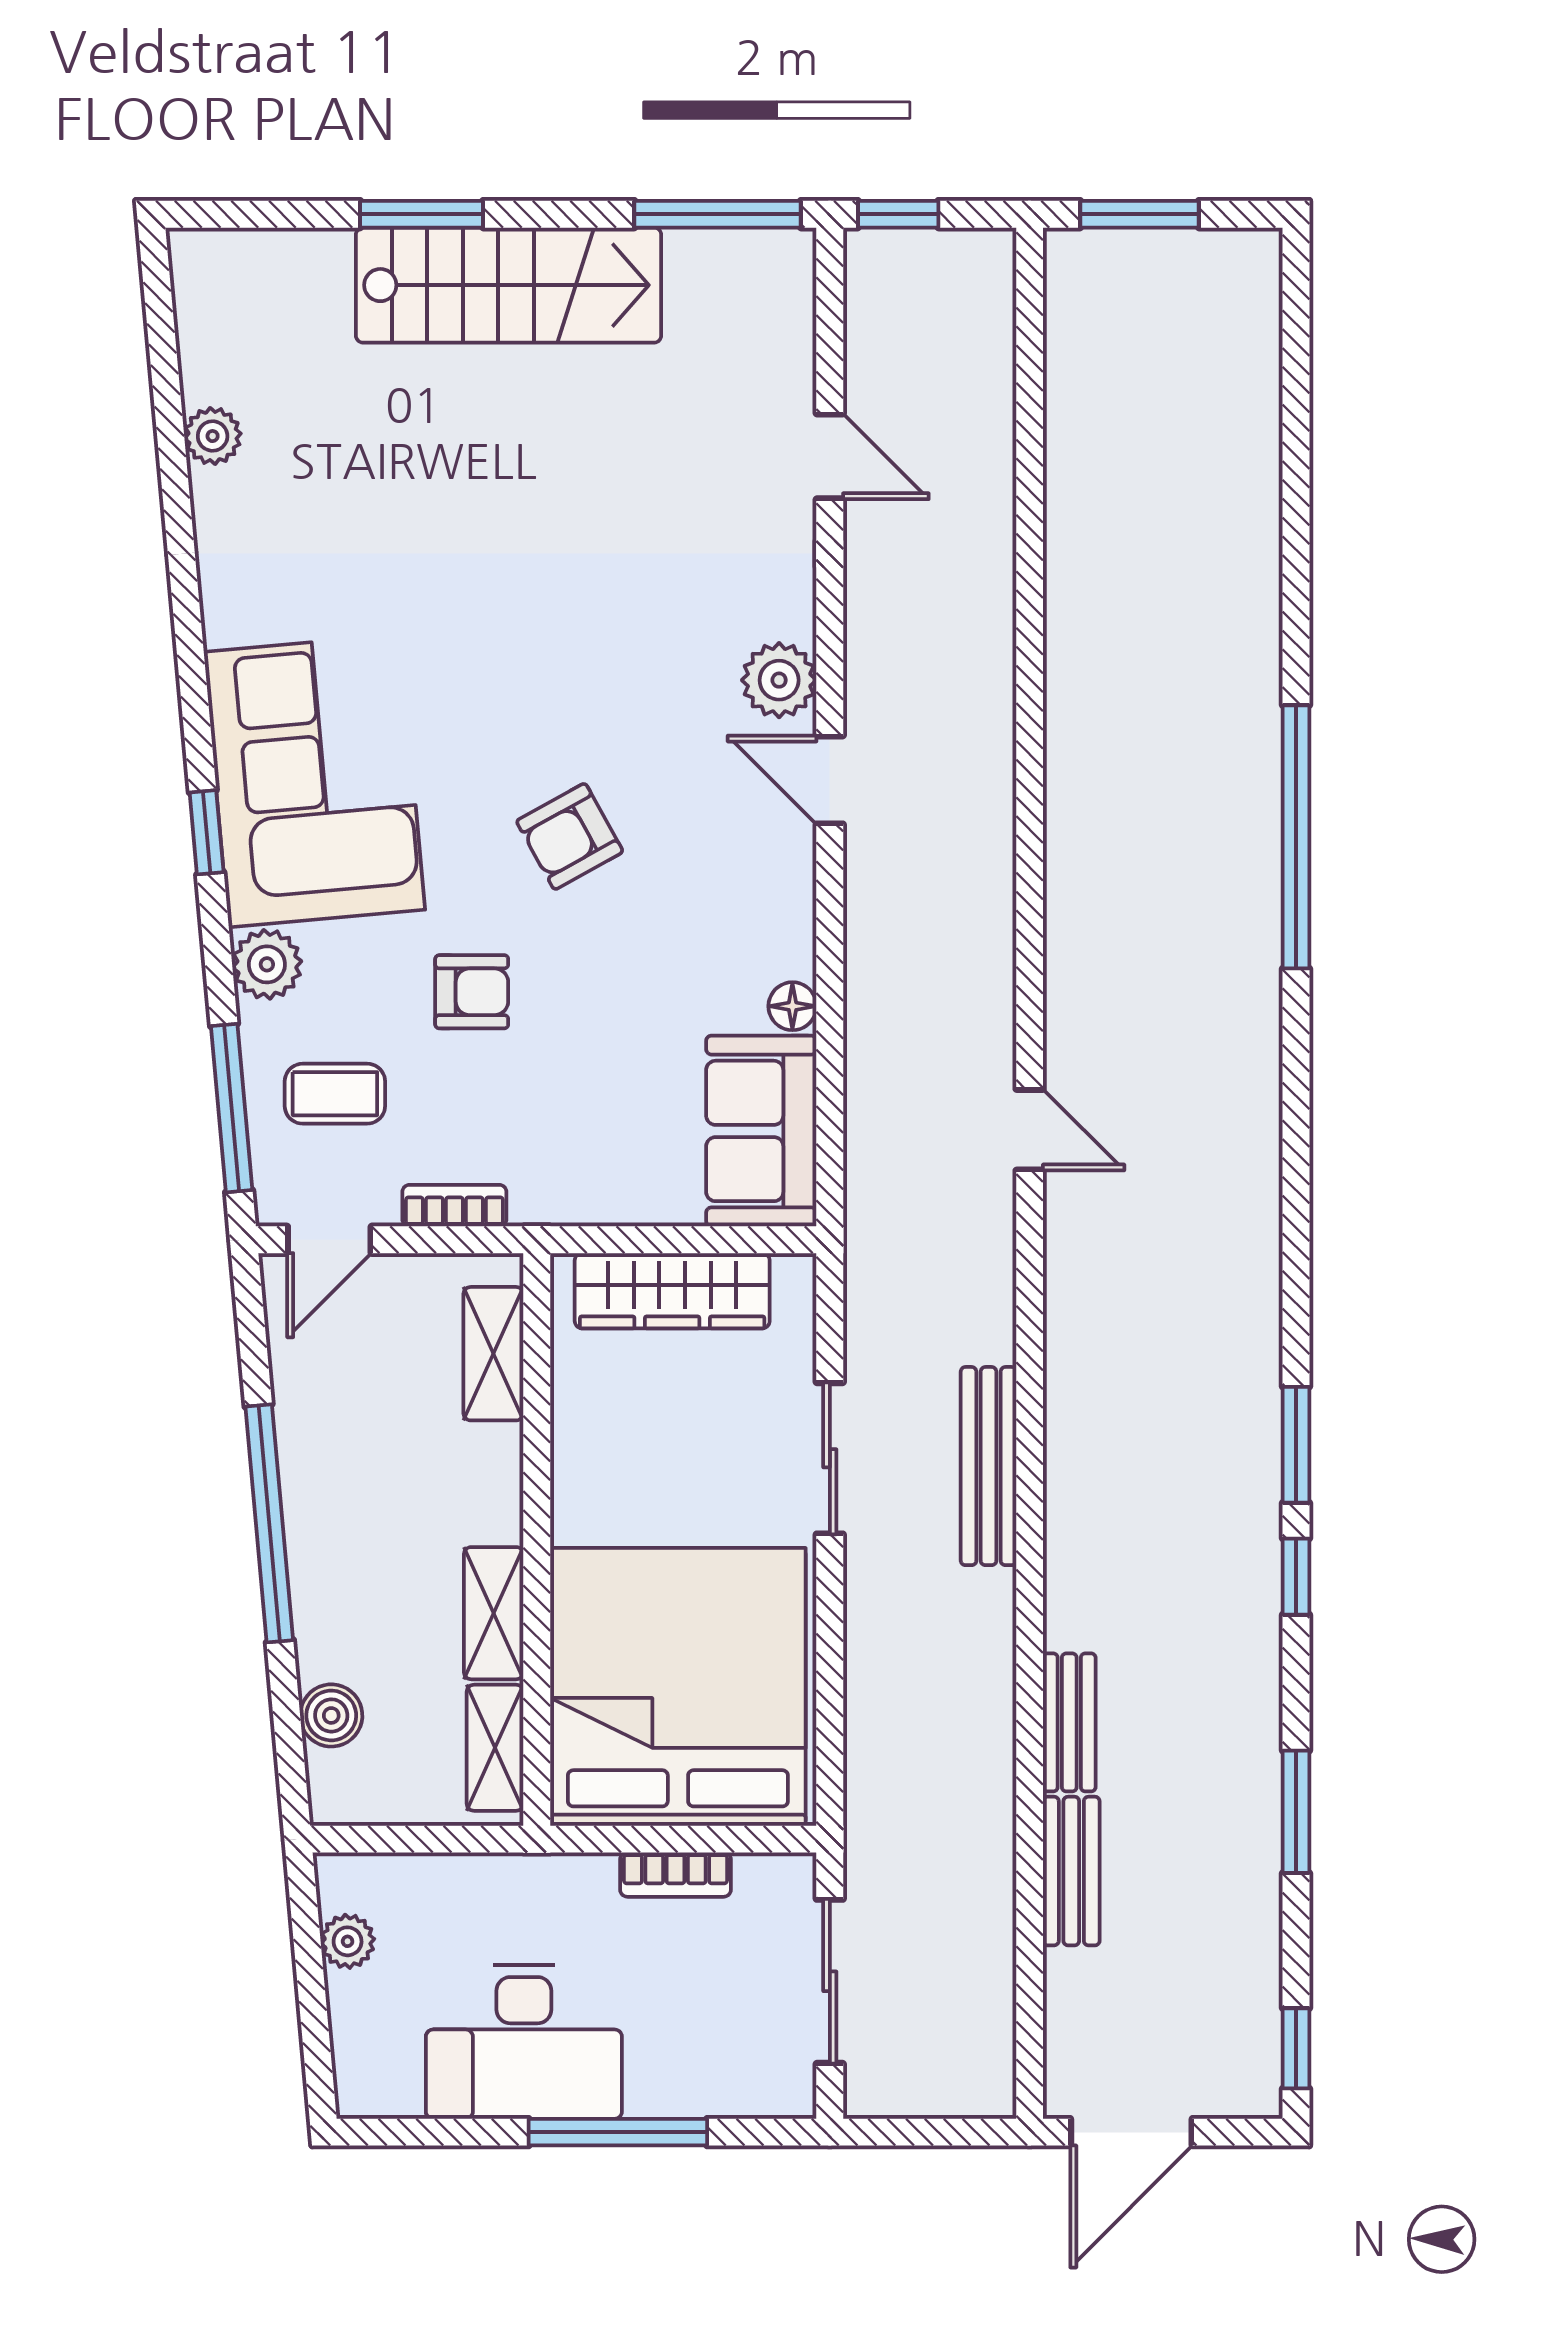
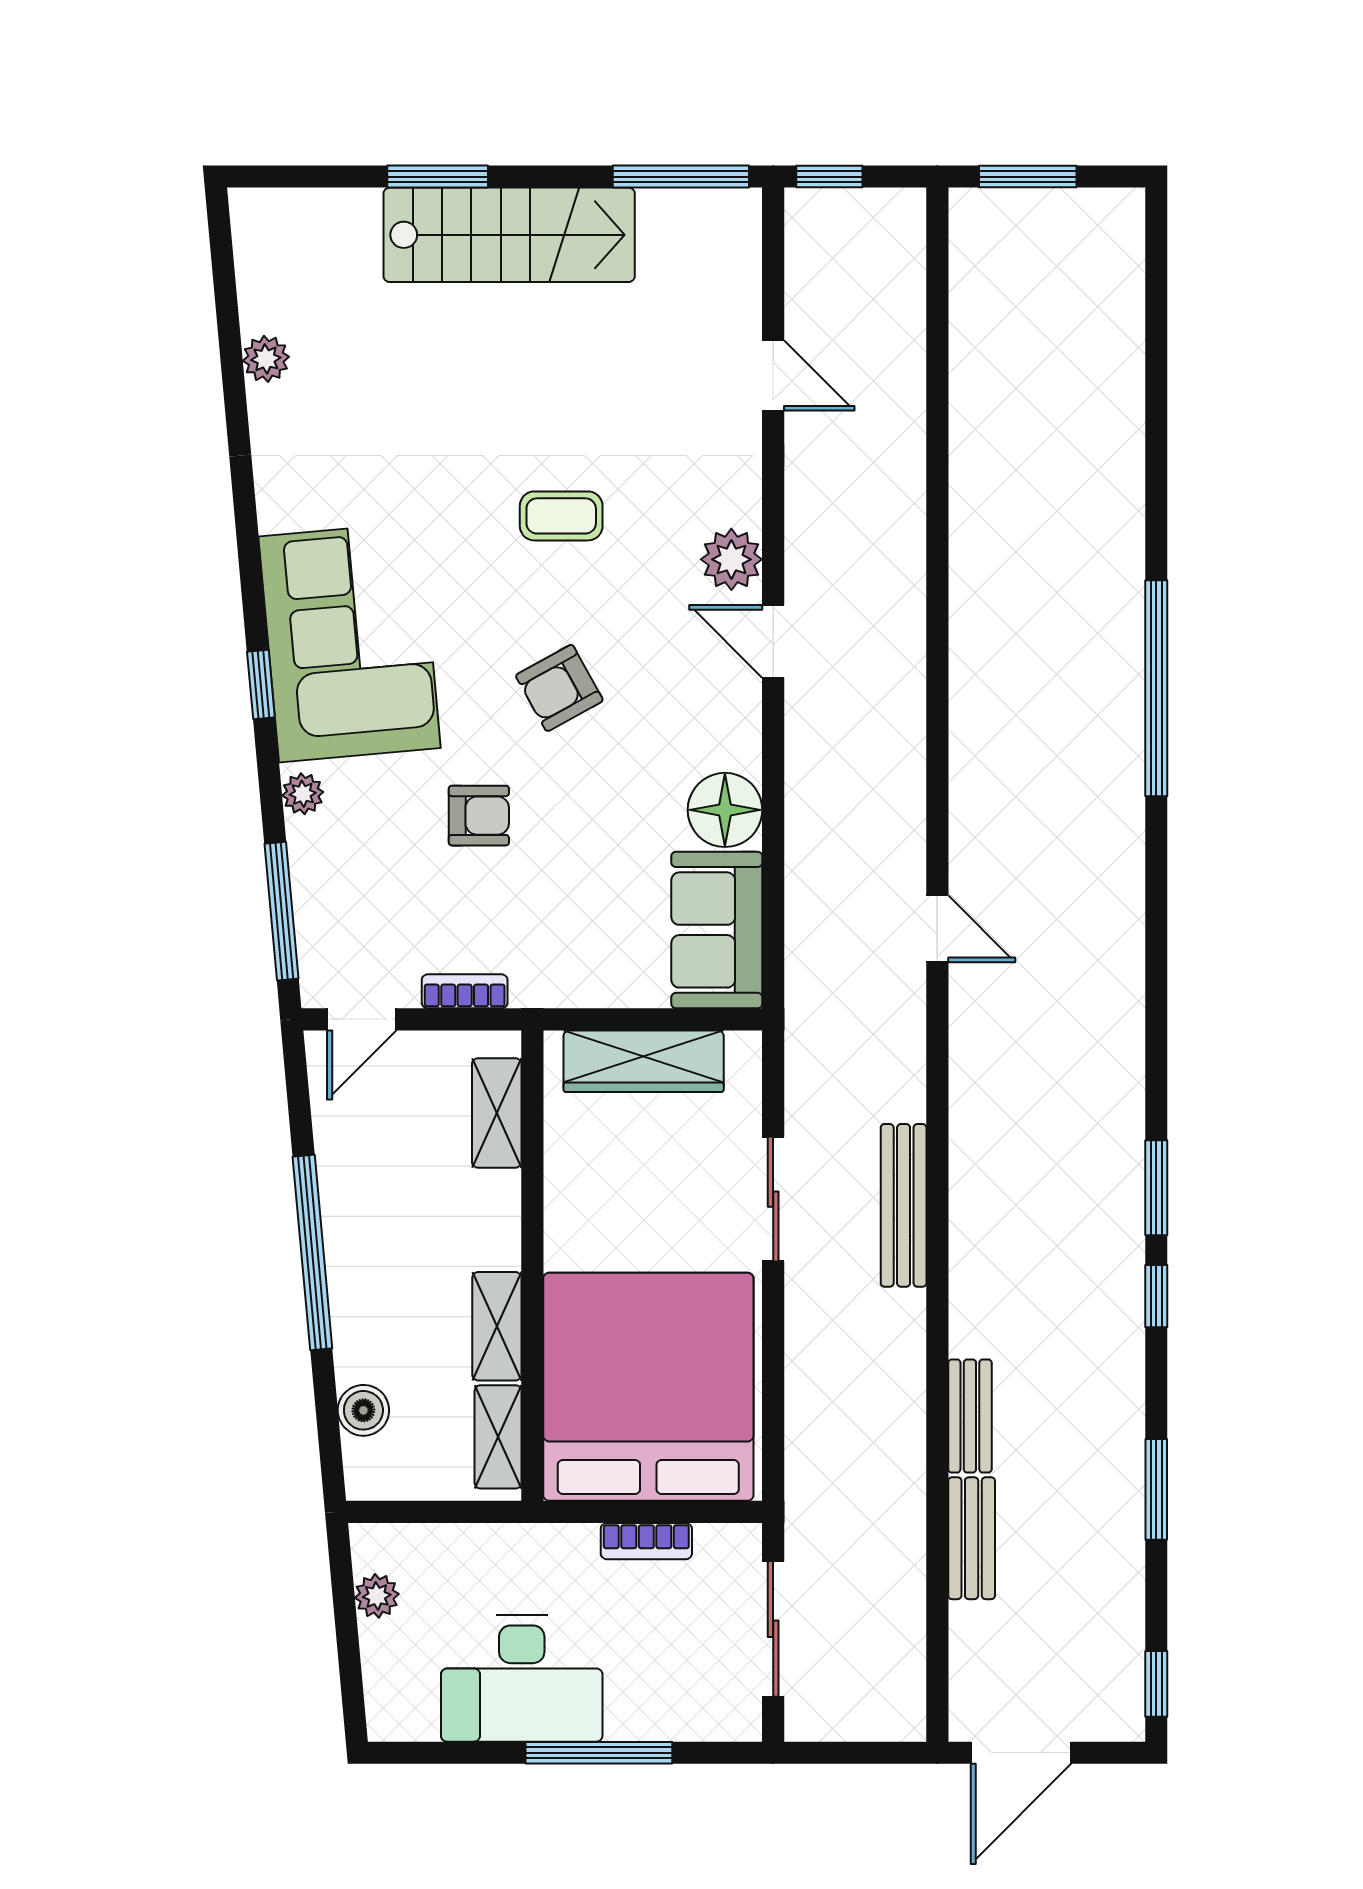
plant: (267, 964) -> (303, 794), width x0.73, depth x0.73
floor lamp: (792, 1006) -> (725, 810), width x1.89, depth x1.89
coffee table: (335, 1094) -> (561, 516), moved

